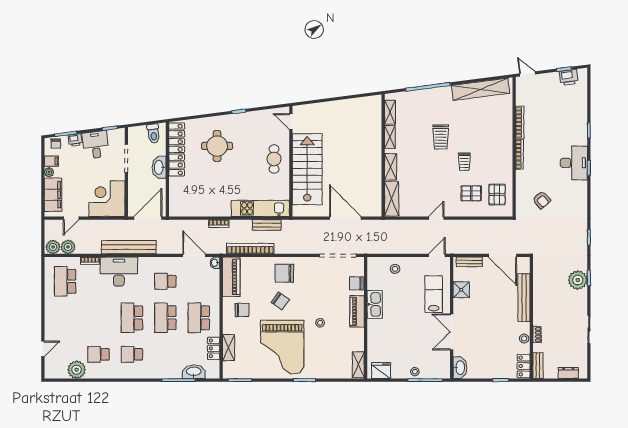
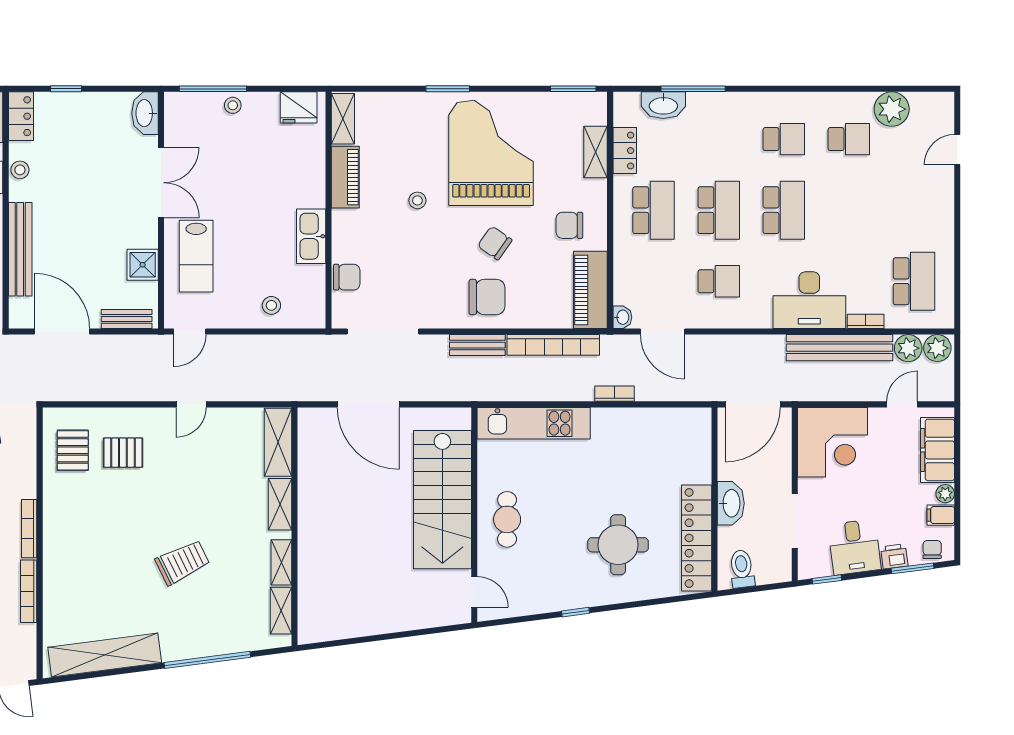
trolley: (441, 137) -> (183, 562), turned 64
trolley: (464, 162) -> (136, 514), removed
bench: (267, 225) -> (477, 345), moved
bench: (129, 247) -> (840, 348), moved
piano: (357, 311) -> (345, 177), moved

